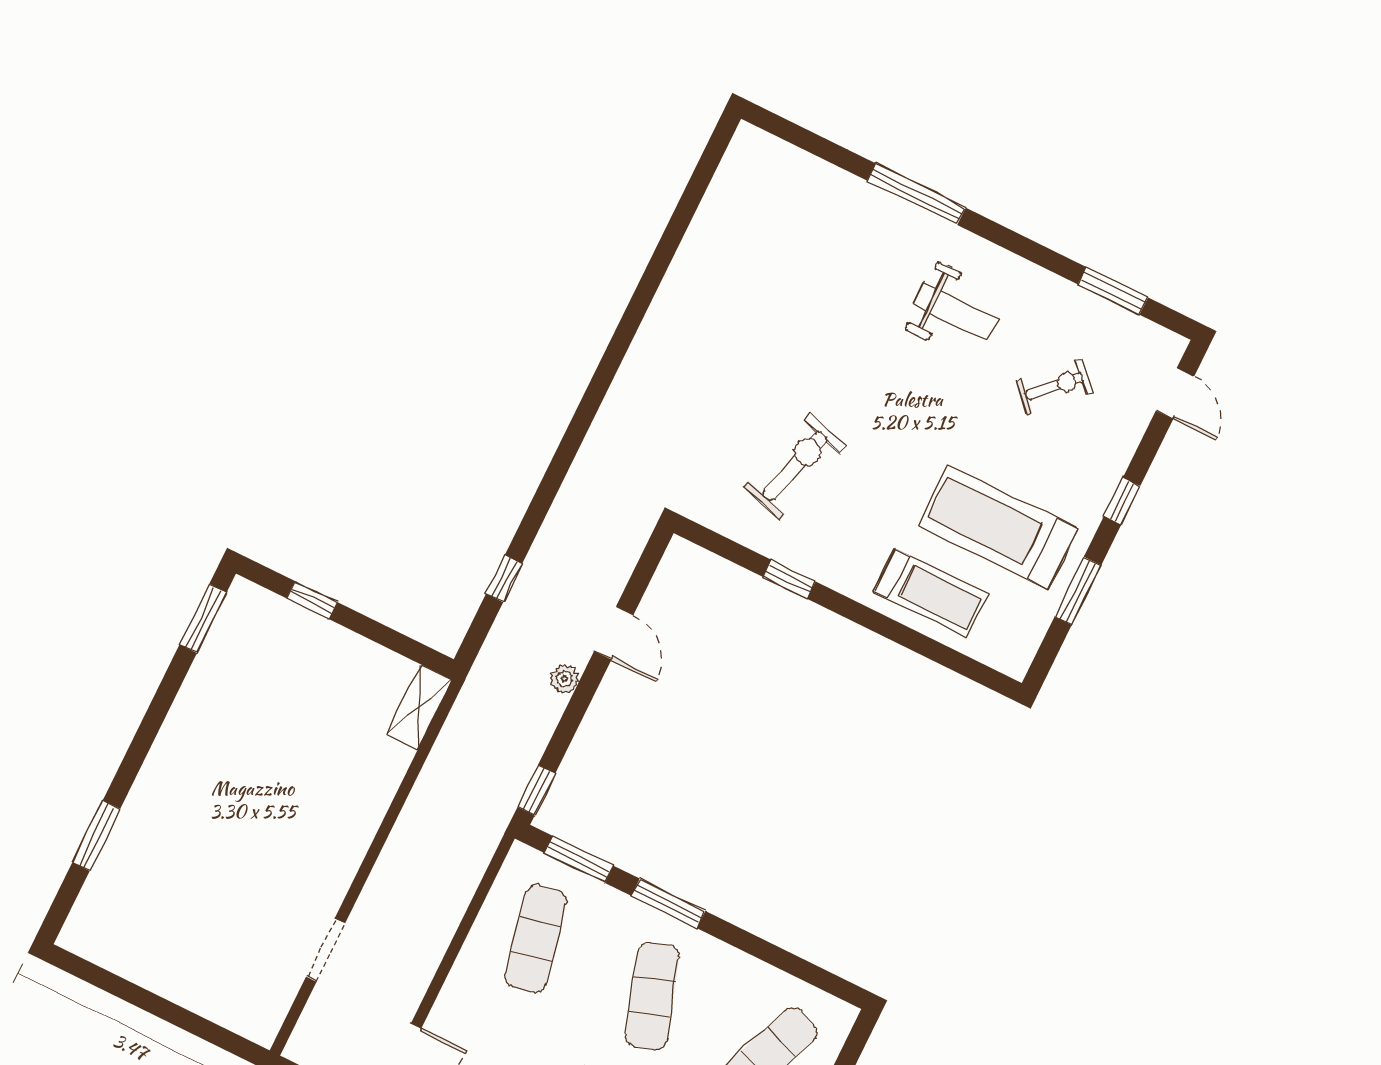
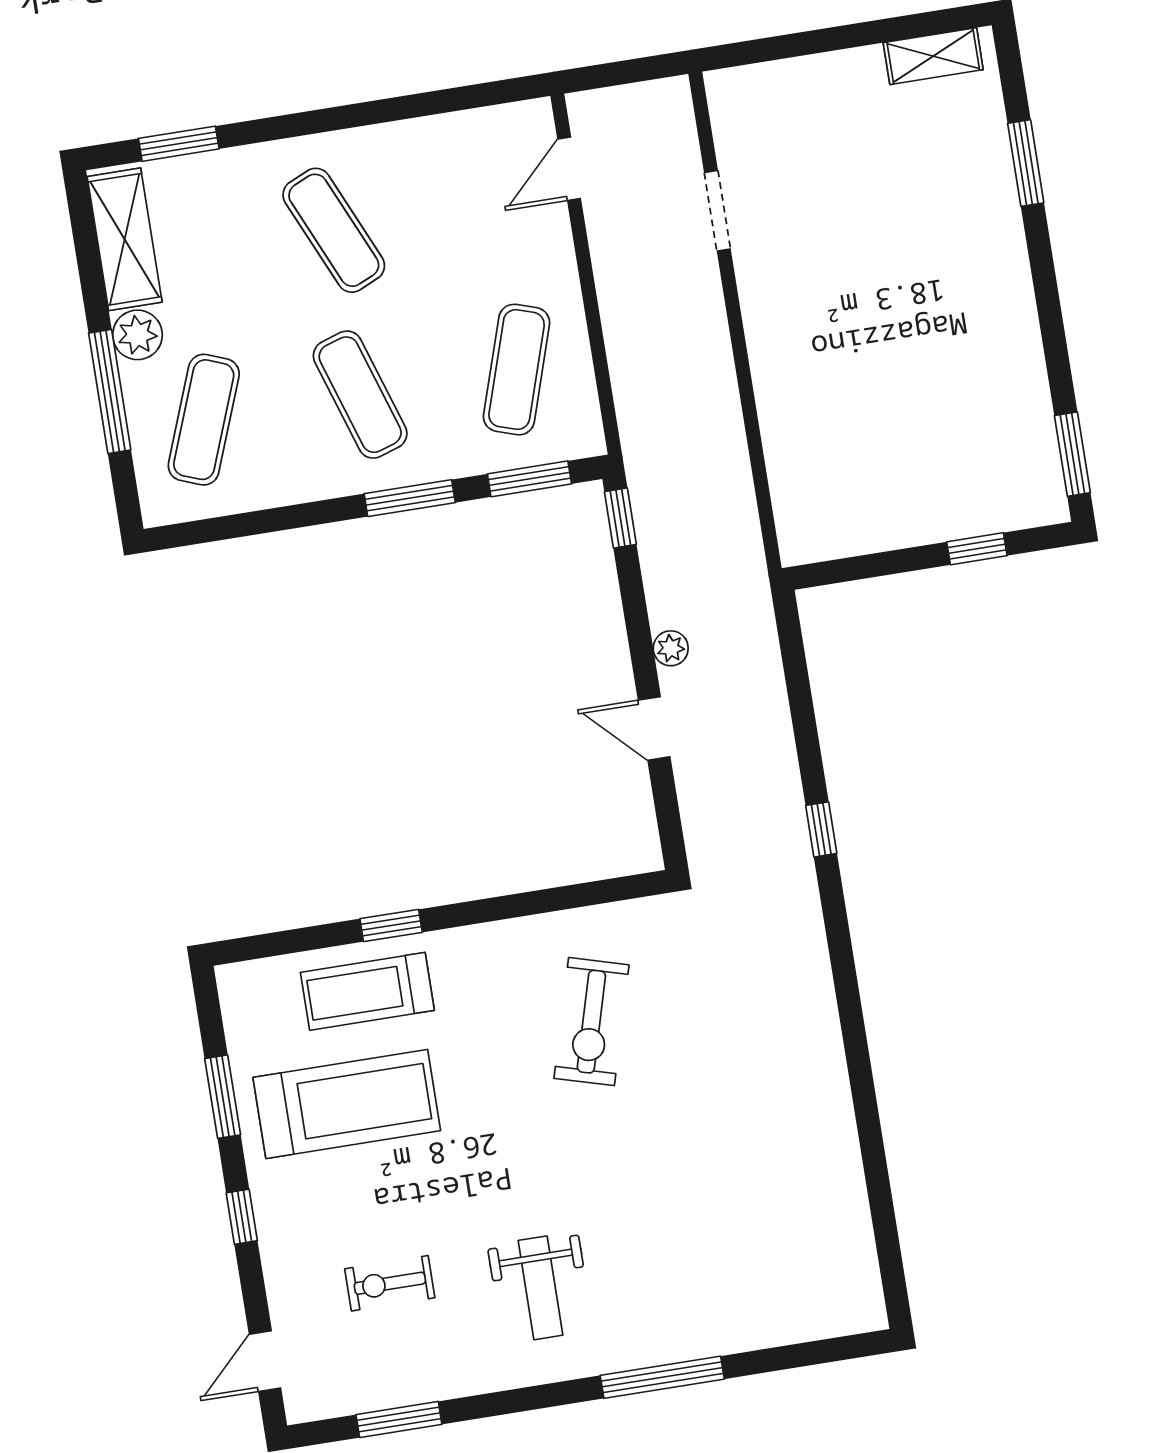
weight bench: (955, 312) -> (540, 1288), turned -90
exercise bike: (1054, 386) -> (390, 1283), turned 45
door: (1175, 394) -> (265, 1361), hinge flipped
window: (504, 579) -> (821, 829), moved
window: (789, 579) -> (391, 926), moved
shelving: (419, 707) -> (933, 56), moved, turned 90
exercise mat: (536, 939) -> (517, 370), turned 30

